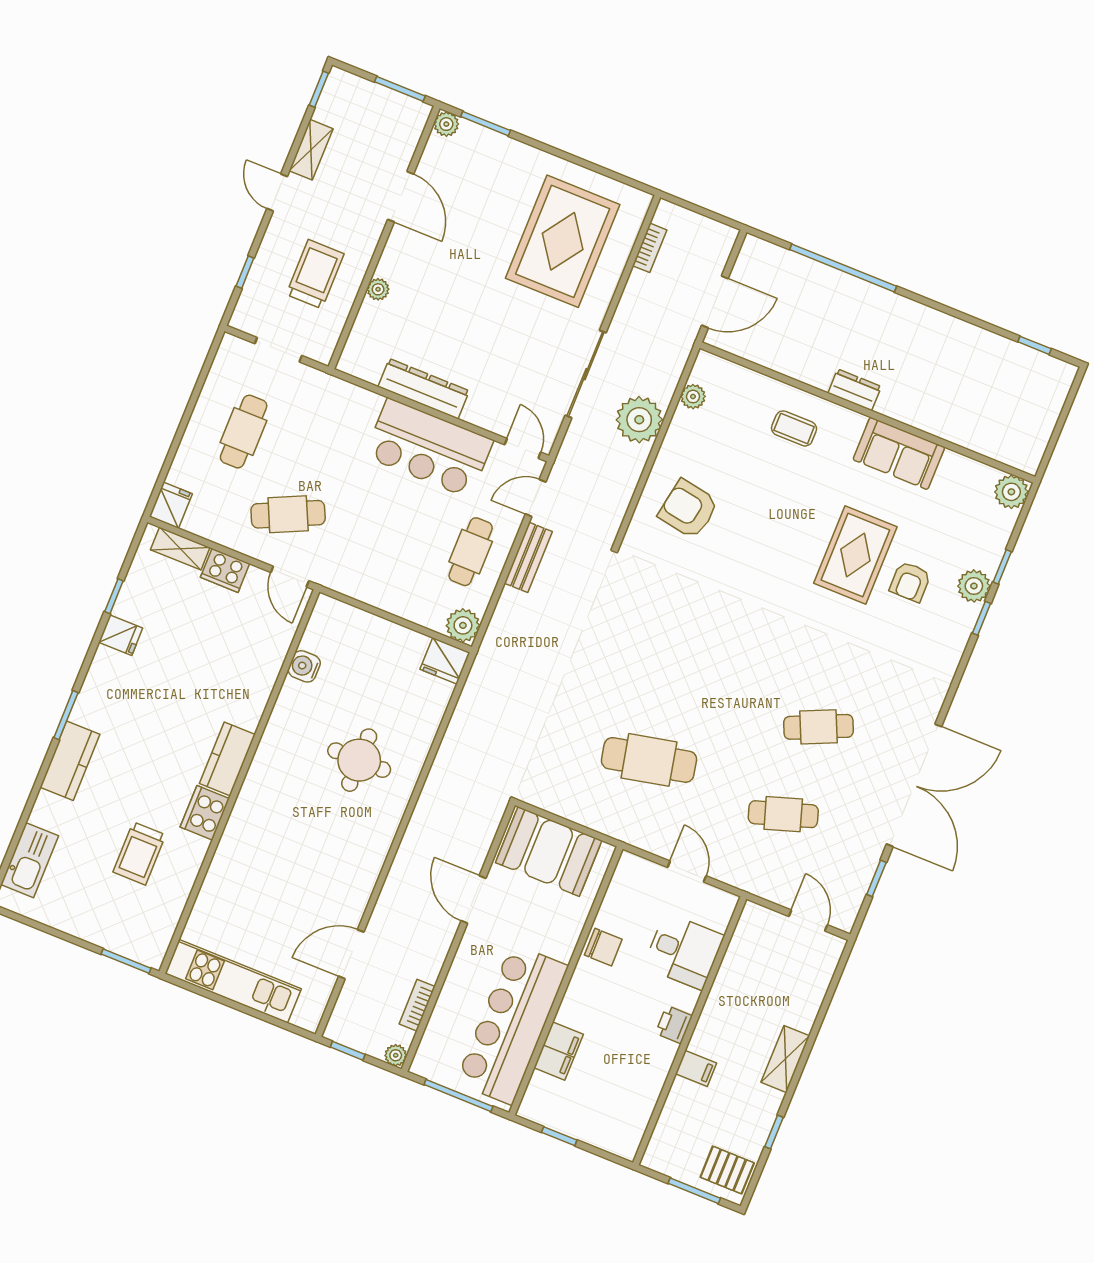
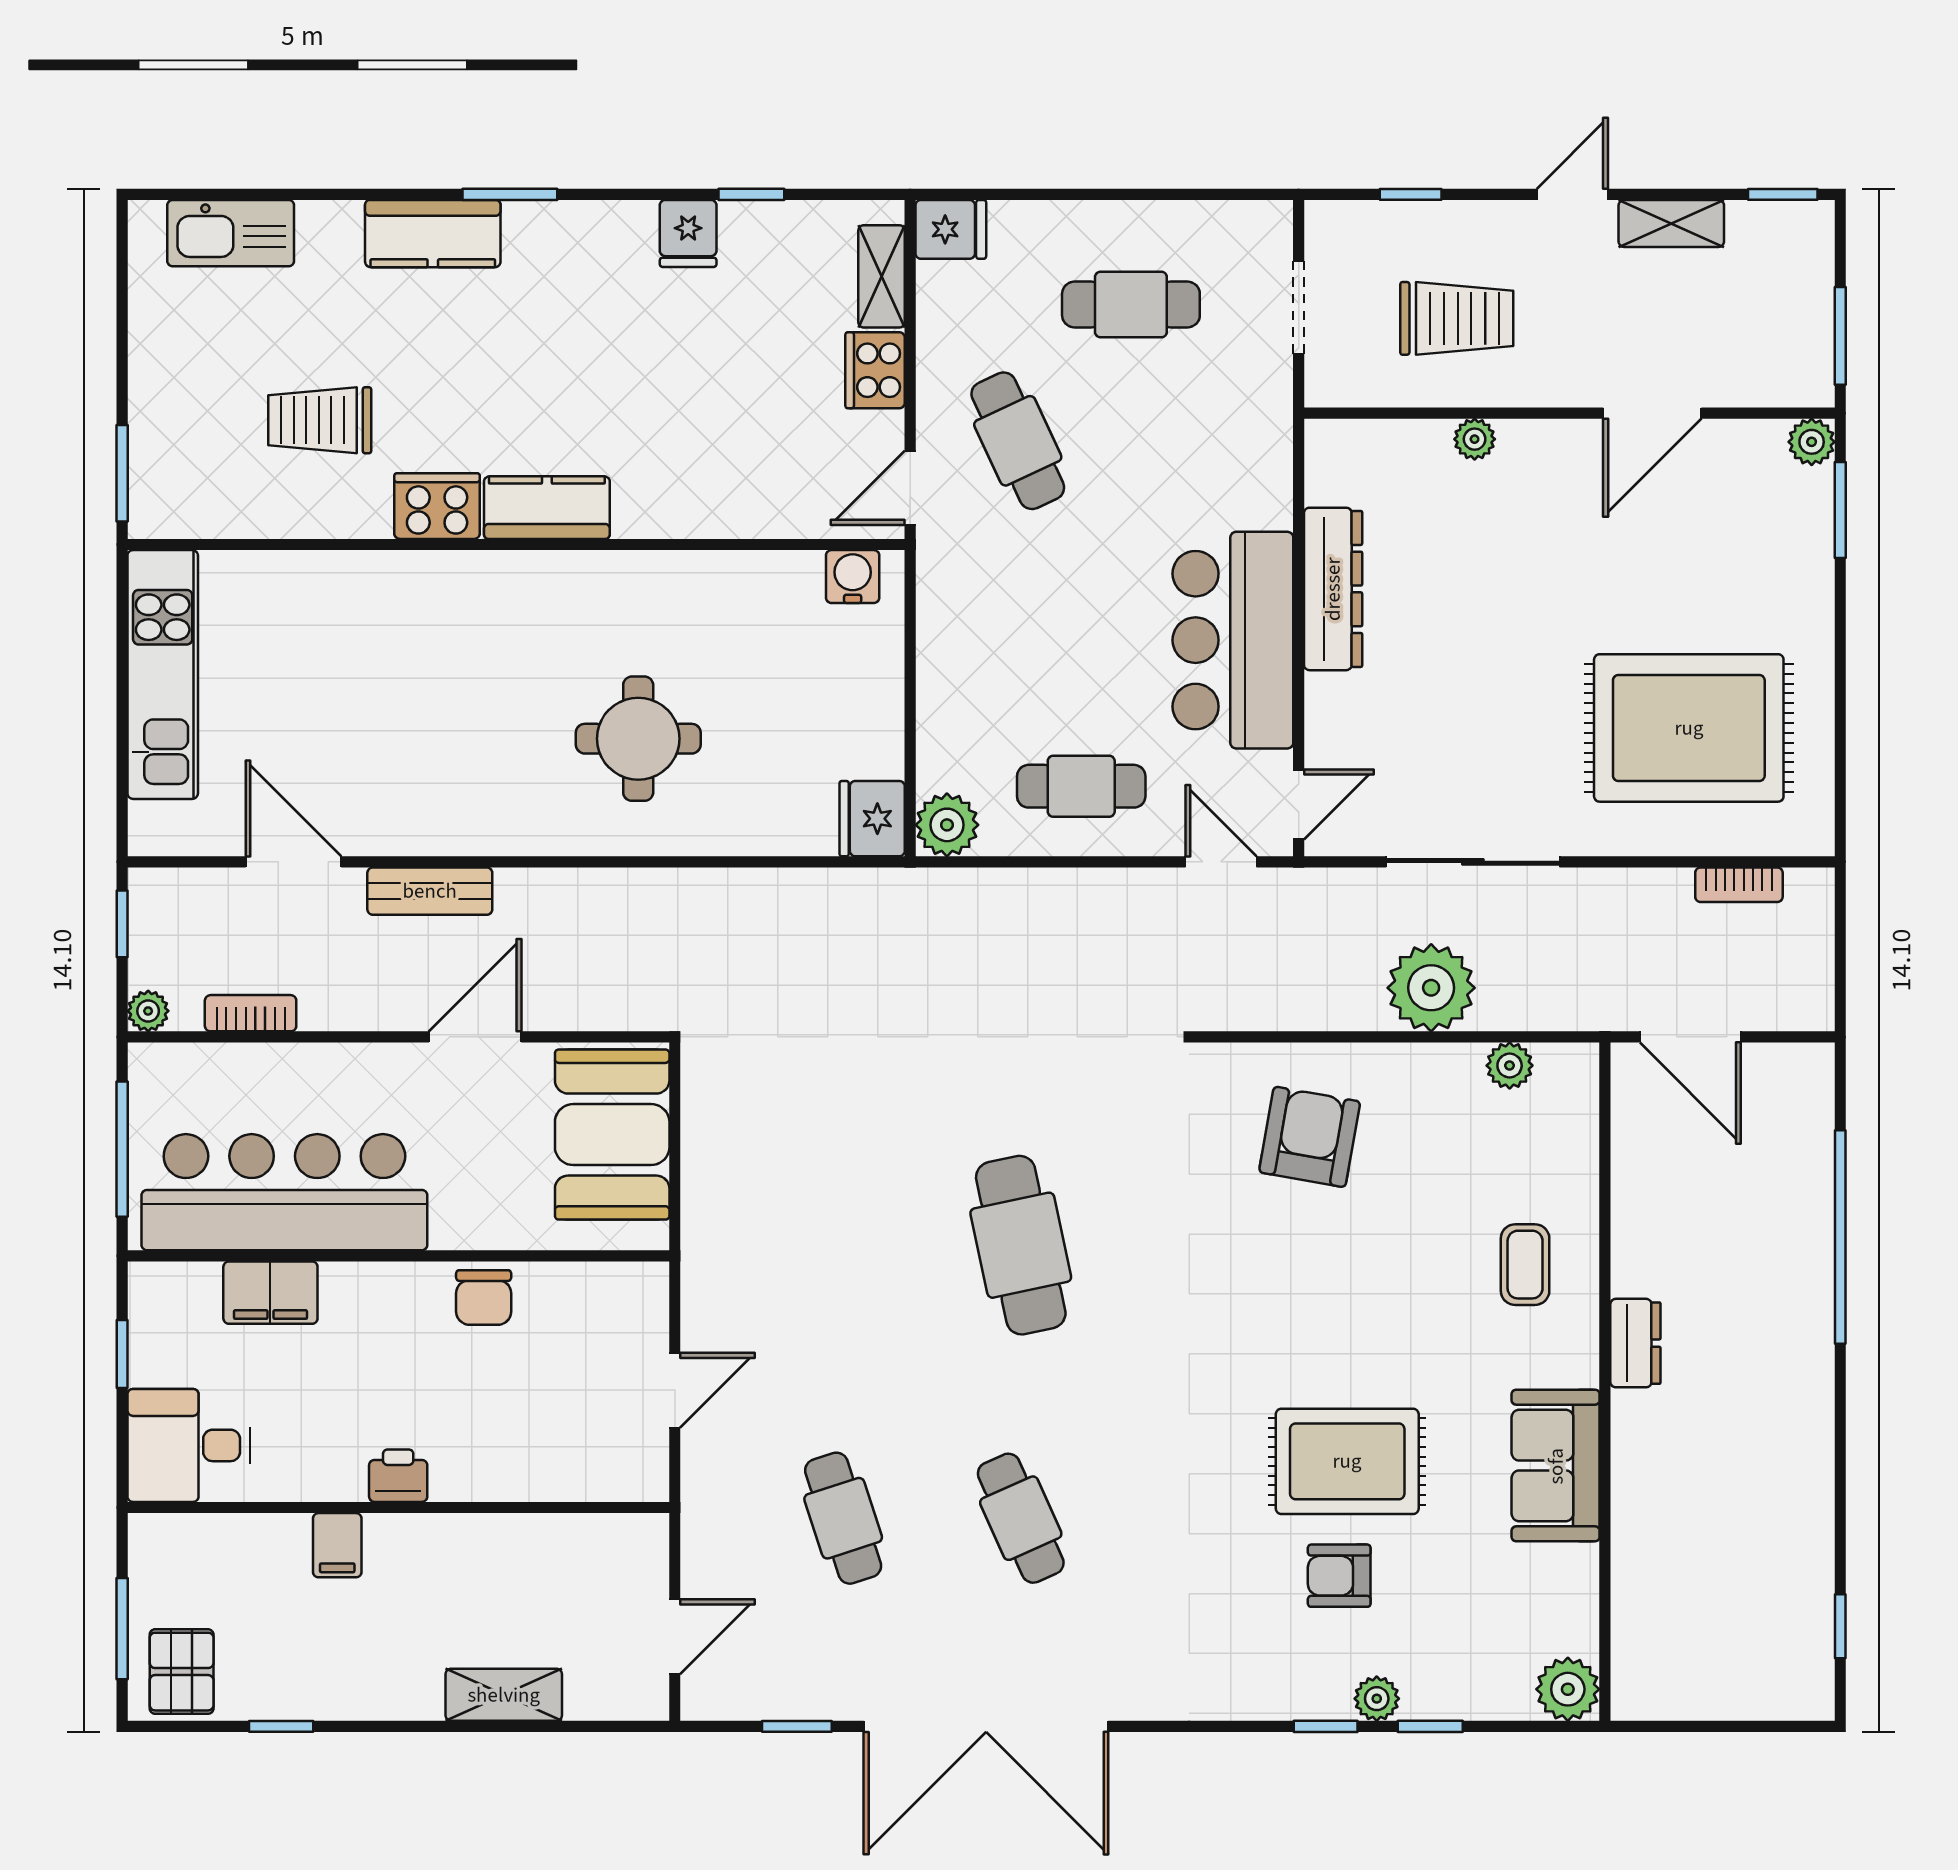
bench: (528, 557) -> (430, 891), moved
plant: (974, 586) -> (1377, 1699), width x0.73, depth x0.73
water cooler: (304, 666) -> (853, 577), moved
cafe table: (649, 760) -> (1021, 1245), moved
desk: (684, 951) -> (189, 1445), moved, turned 90
shelving: (785, 1059) -> (504, 1695), moved

